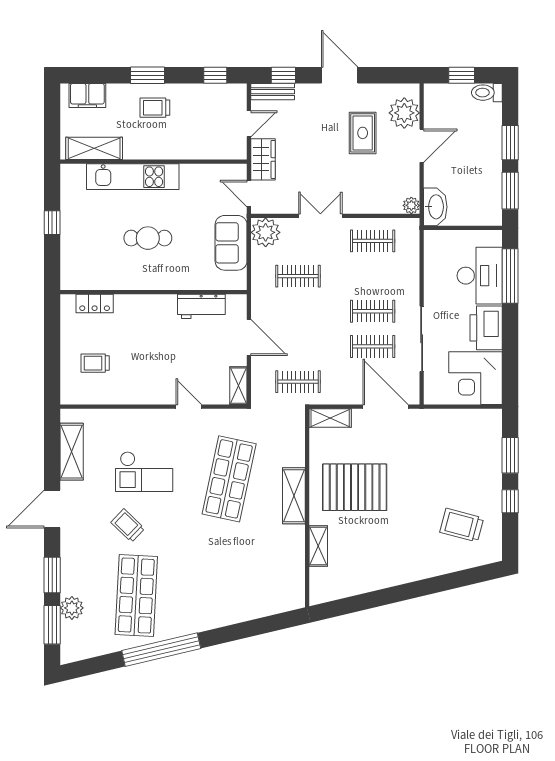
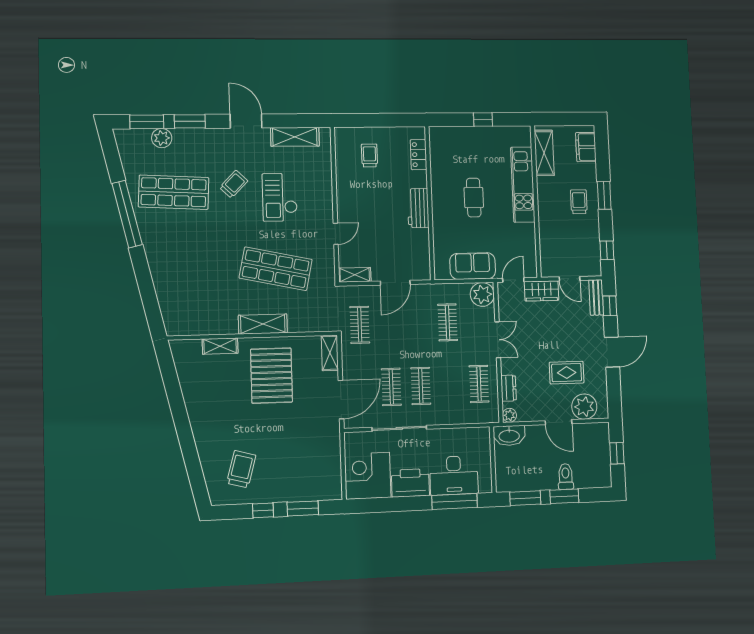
toilet: (487, 93) -> (566, 477), moved
dresser: (379, 205) -> (509, 388), added
workbench: (201, 306) -> (418, 208), moved

